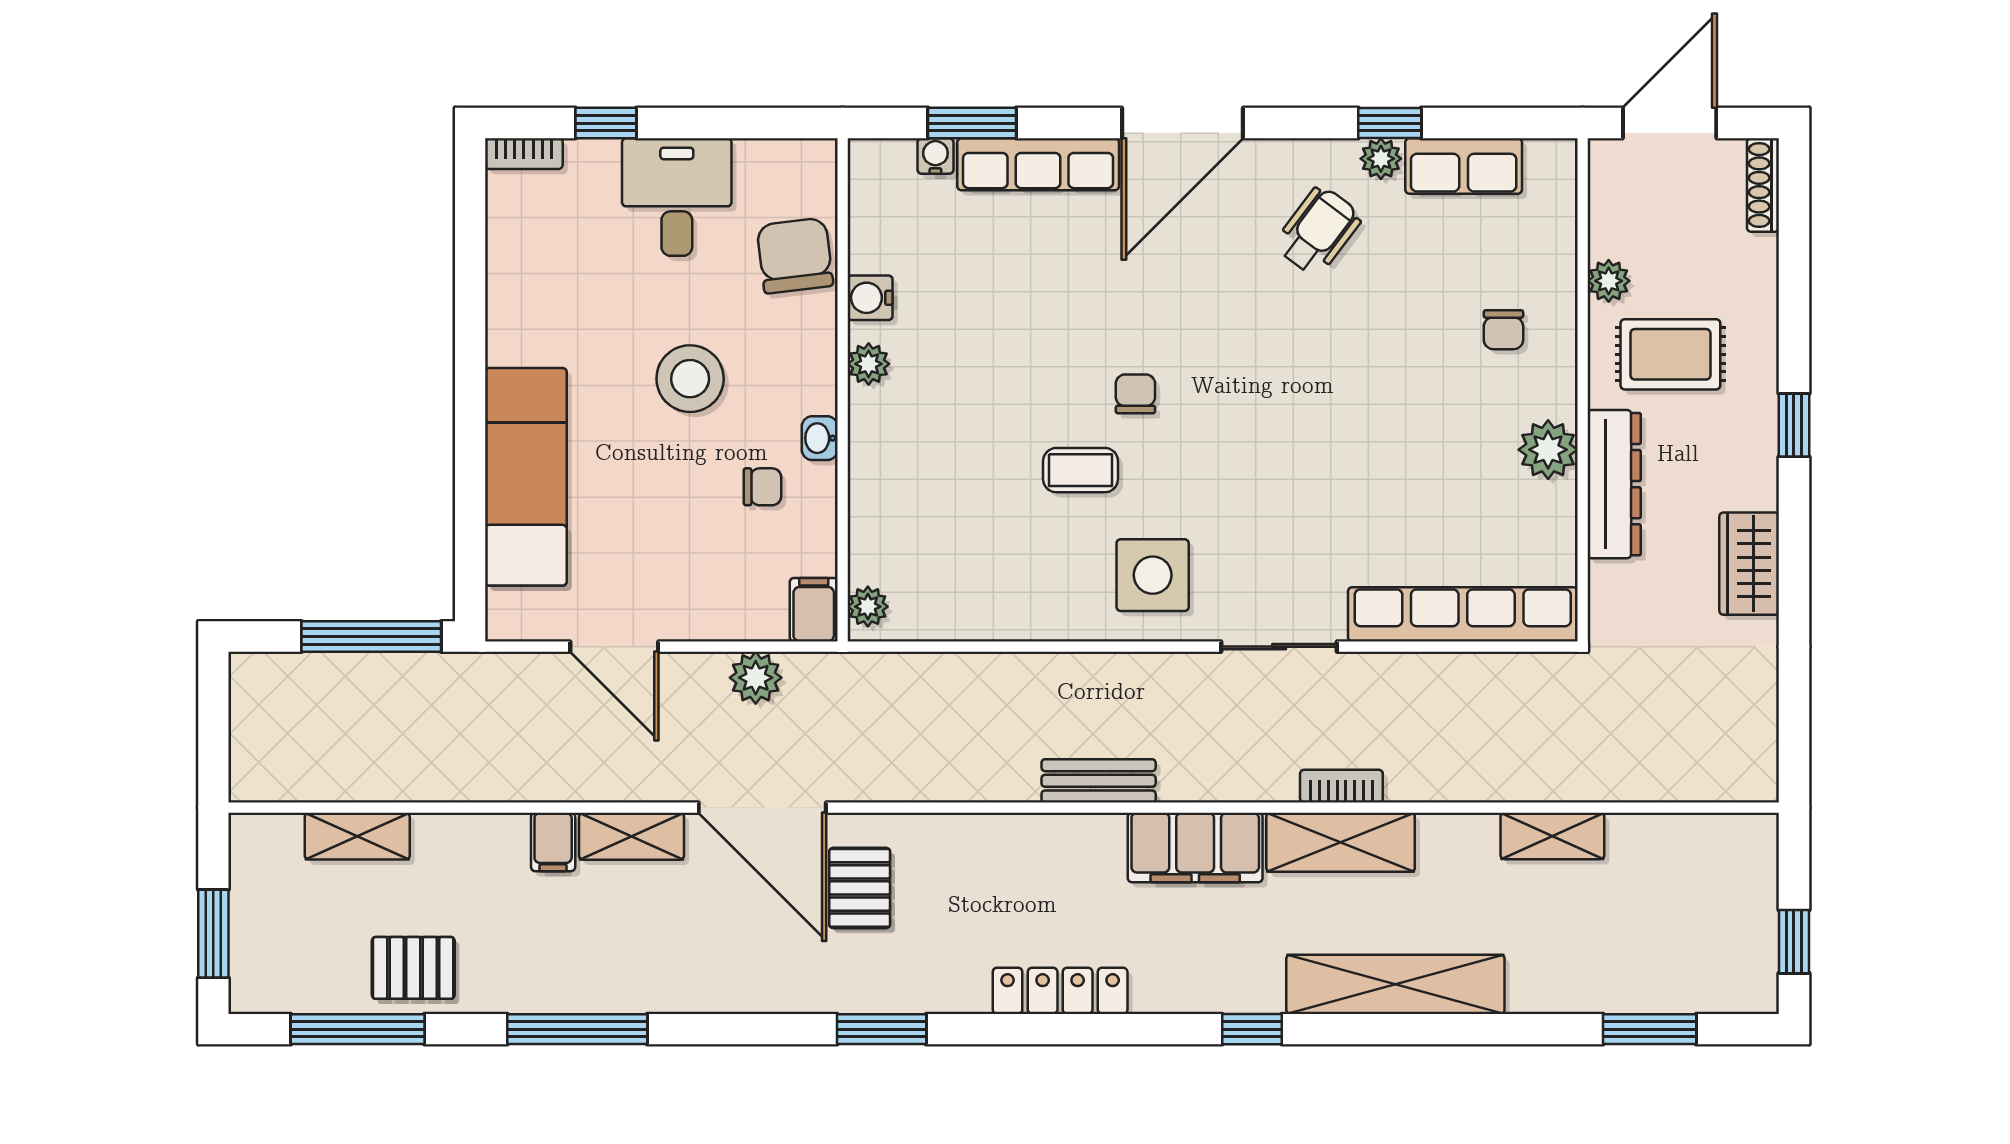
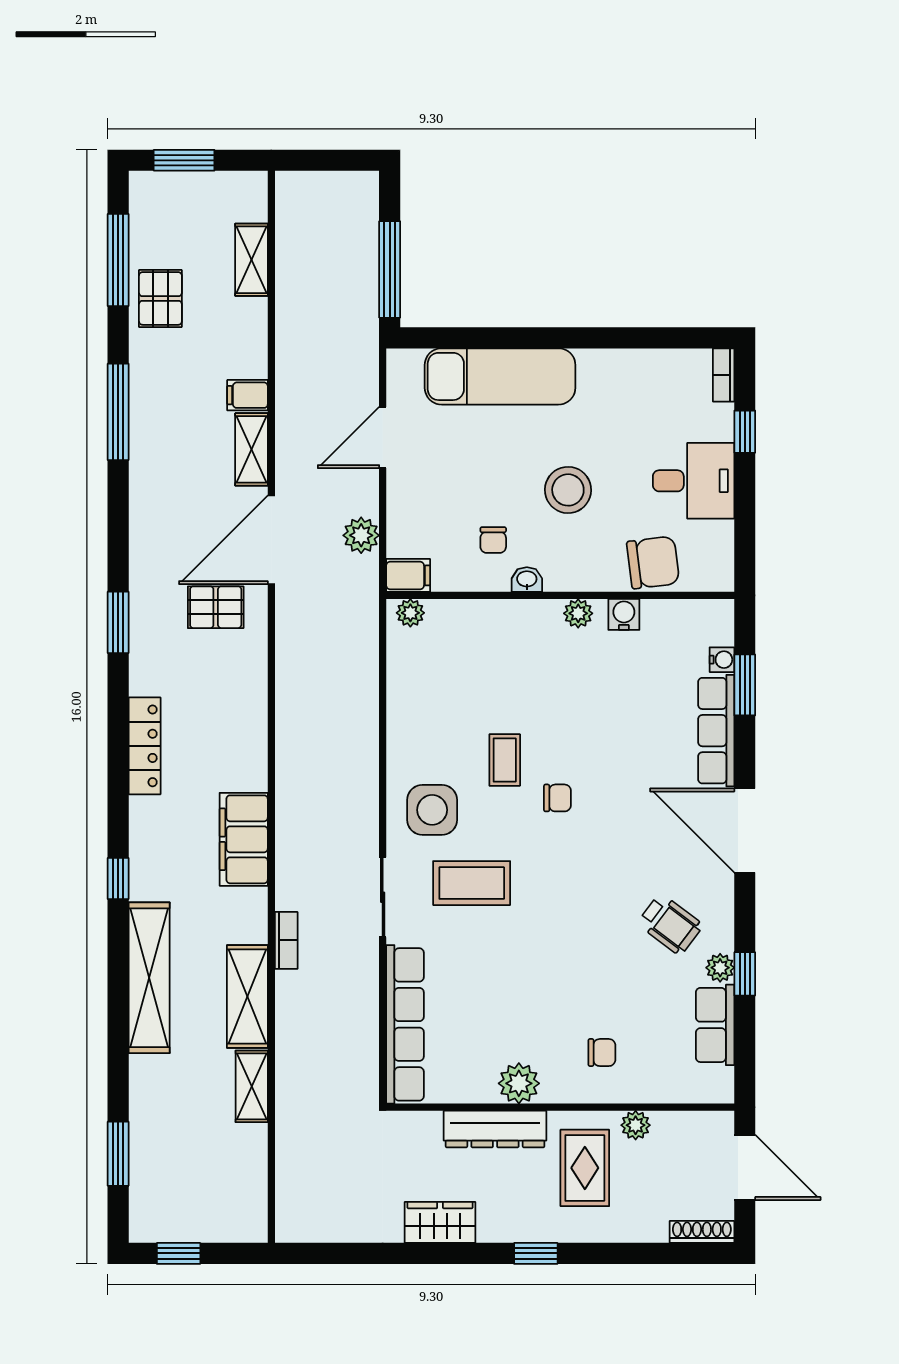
chair: (1503, 330) -> (602, 1053), turned 180
coffee table: (1258, 518) -> (472, 883), added
bench: (1099, 781) -> (290, 772), removed
shelving: (1341, 842) -> (247, 996), moved

